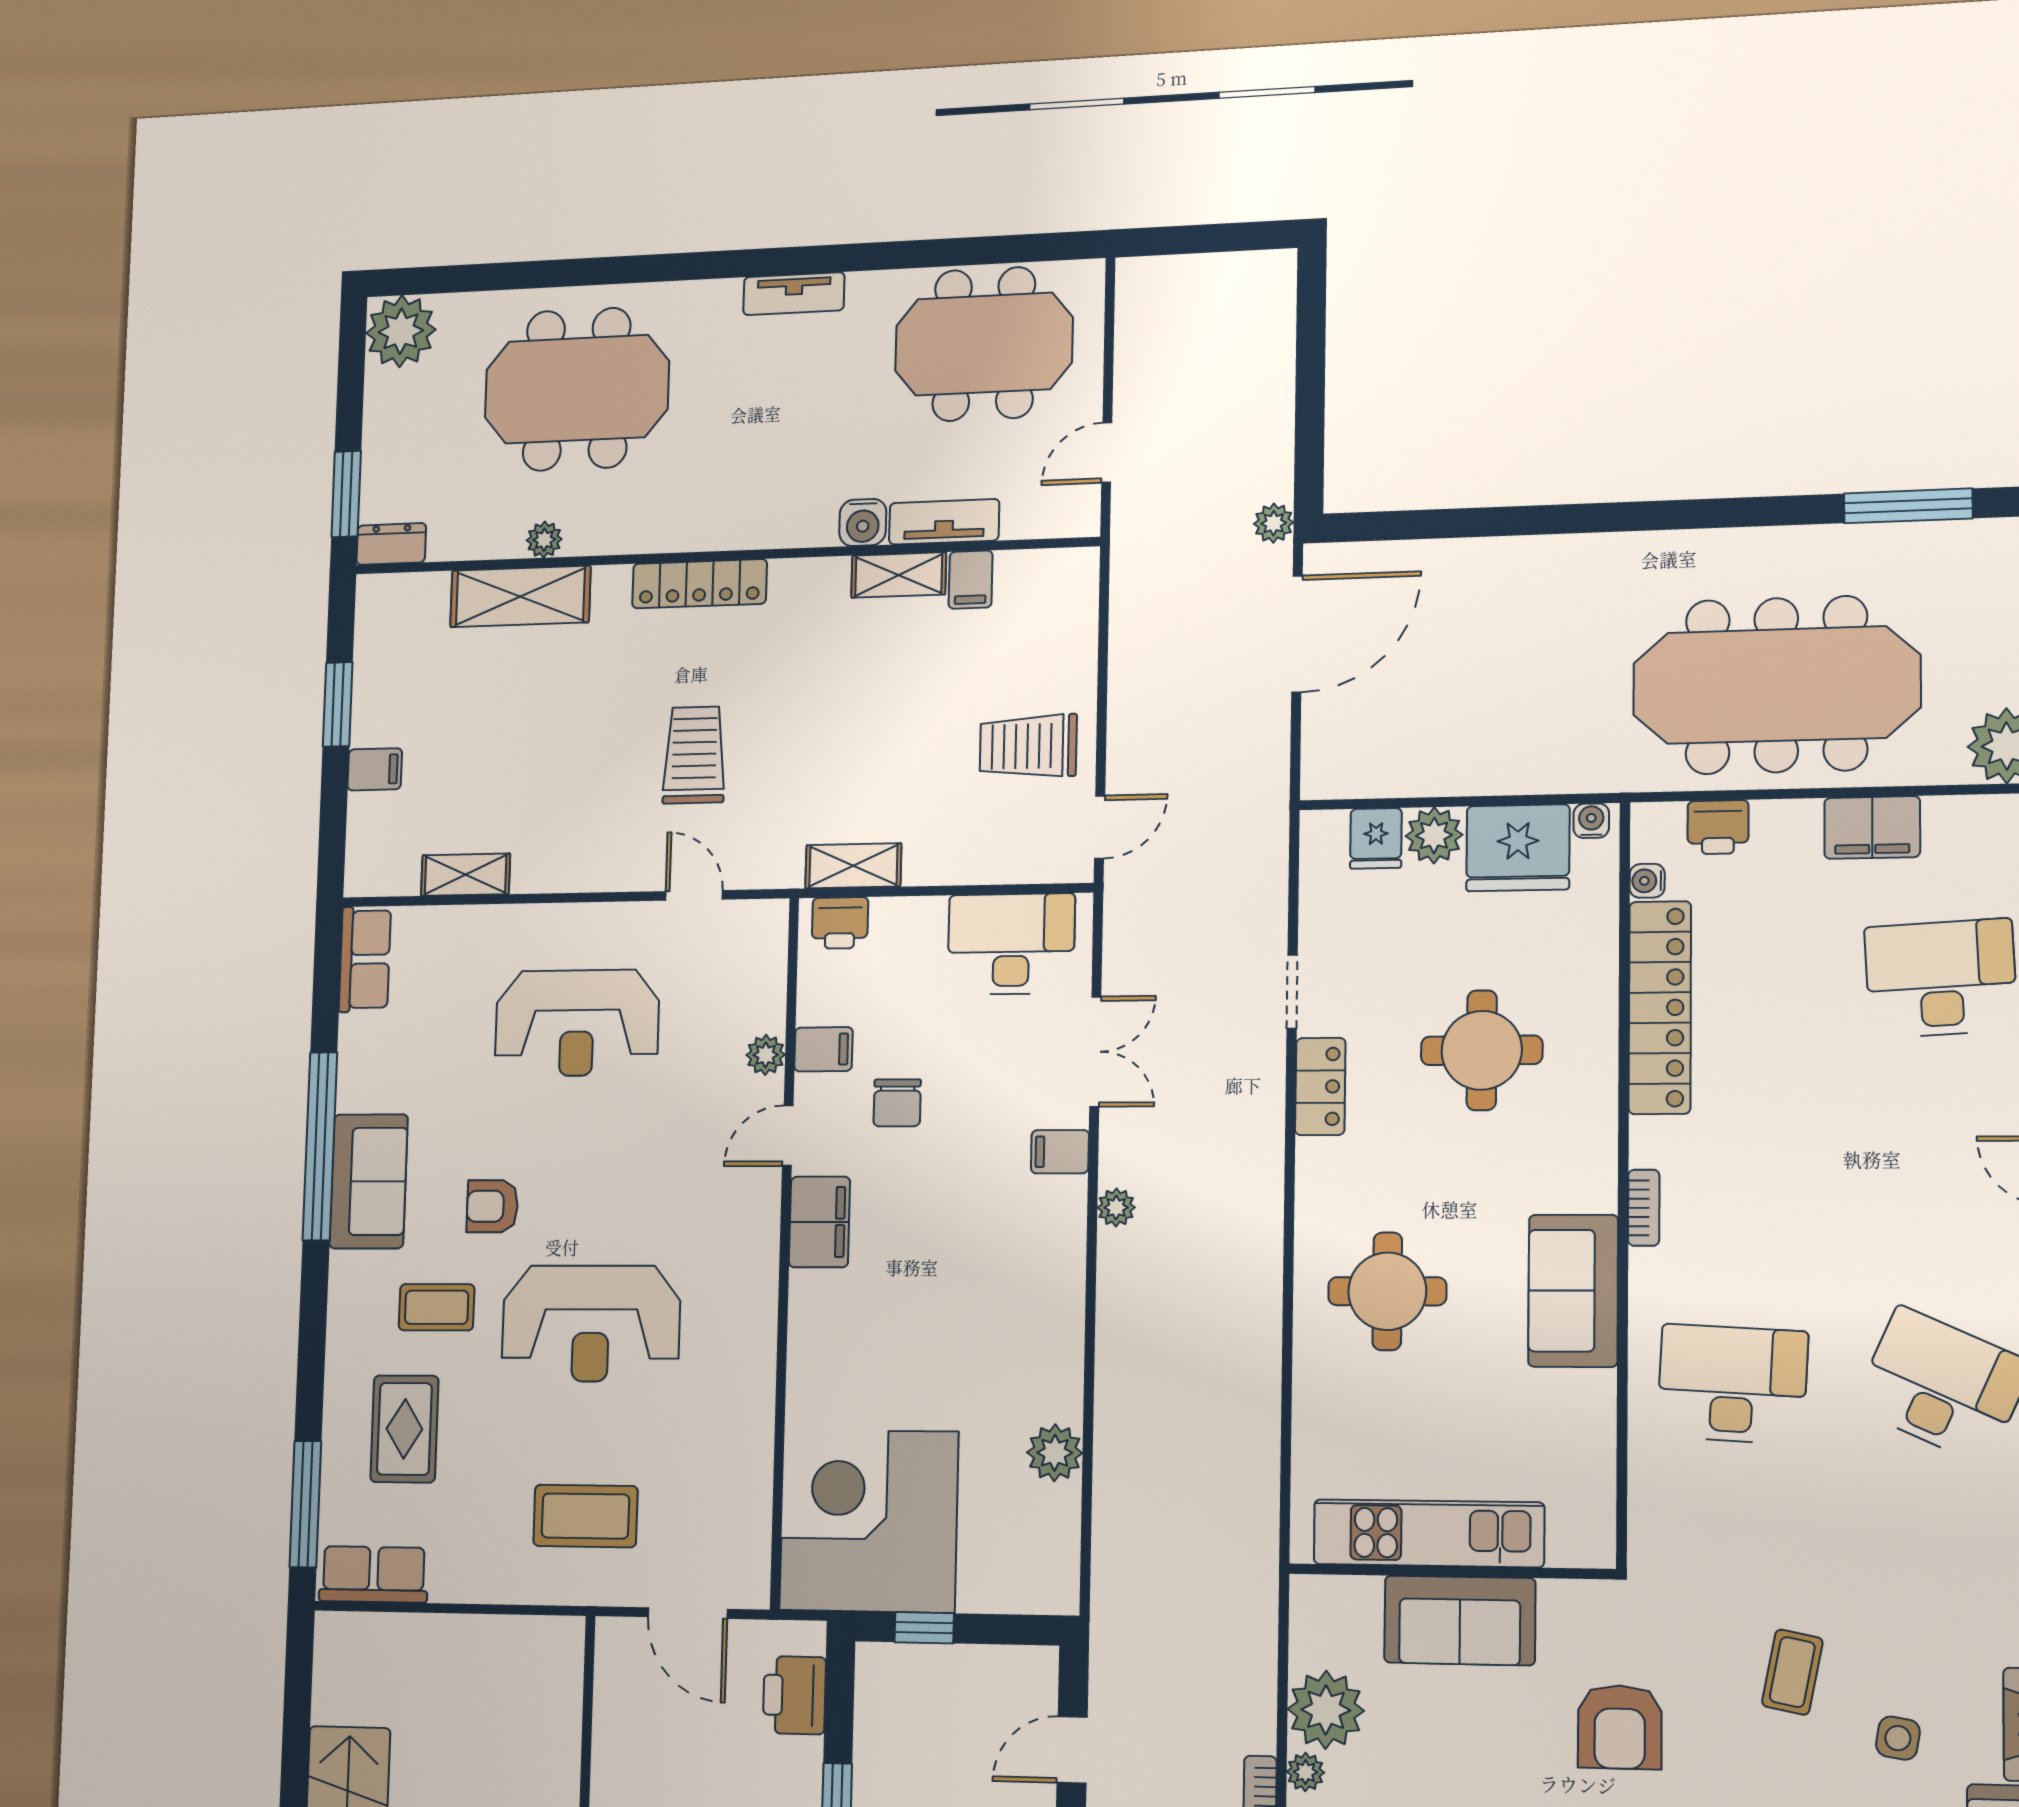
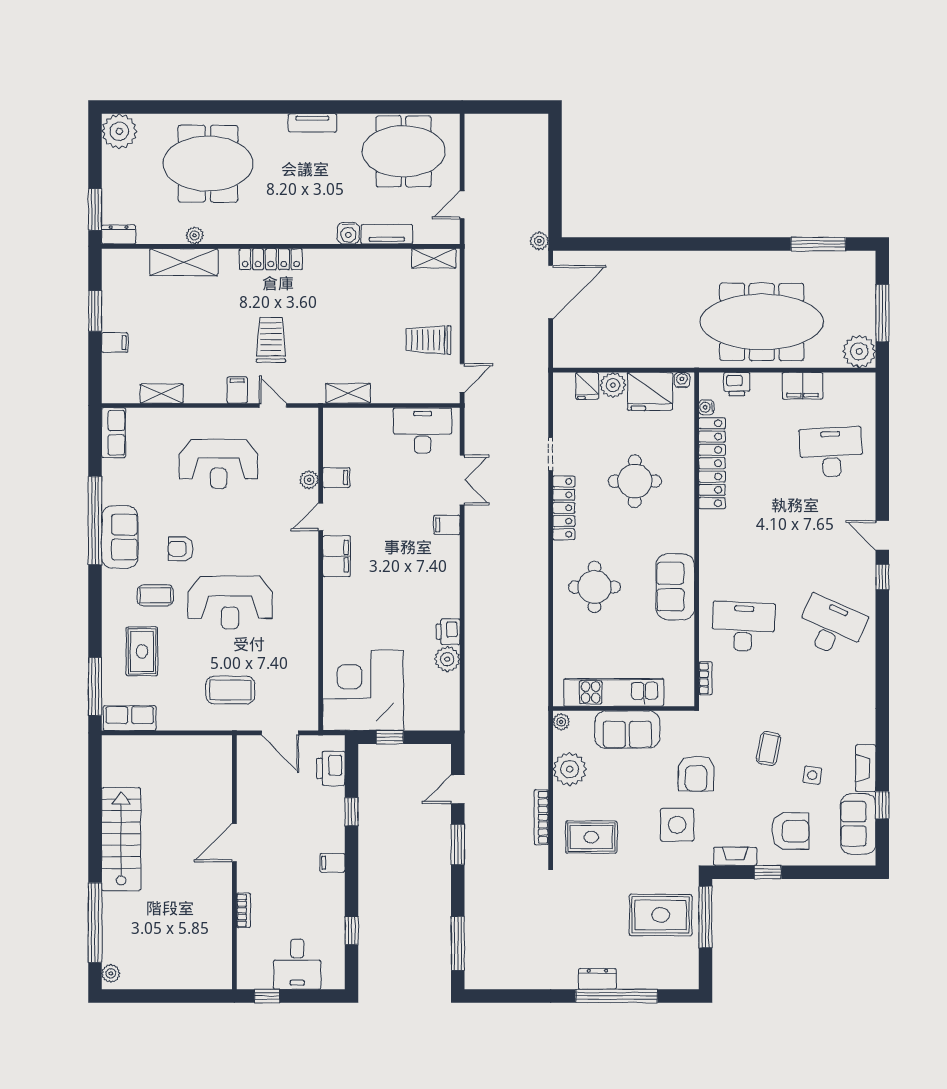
shelving: (899, 575) -> (434, 258), moved
filing cabinet: (971, 580) -> (237, 390), moved, turned 180
printer: (840, 923) -> (448, 632), moved, turned 90
locker: (1320, 1086) -> (564, 508), width x1.53
chair: (897, 1103) -> (371, 502), removed
plant: (1116, 1208) -> (473, 550), removed
bookcase: (1644, 1208) -> (705, 678), moved
plant: (1305, 1772) -> (561, 722), moved

